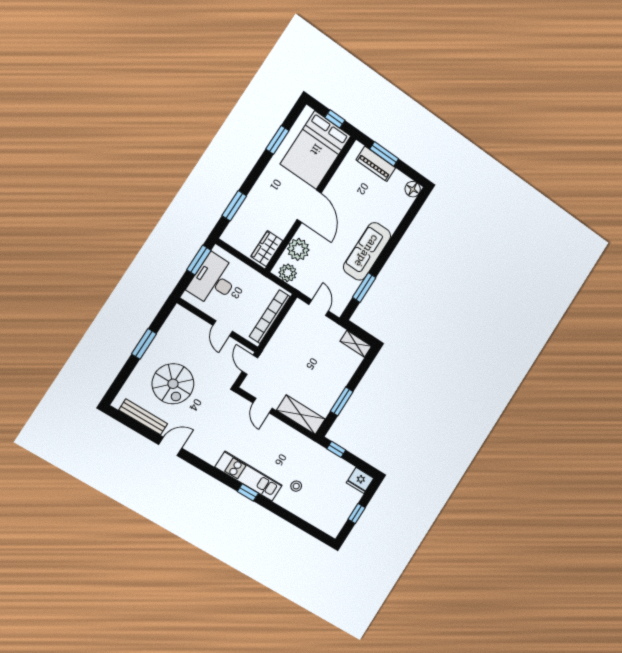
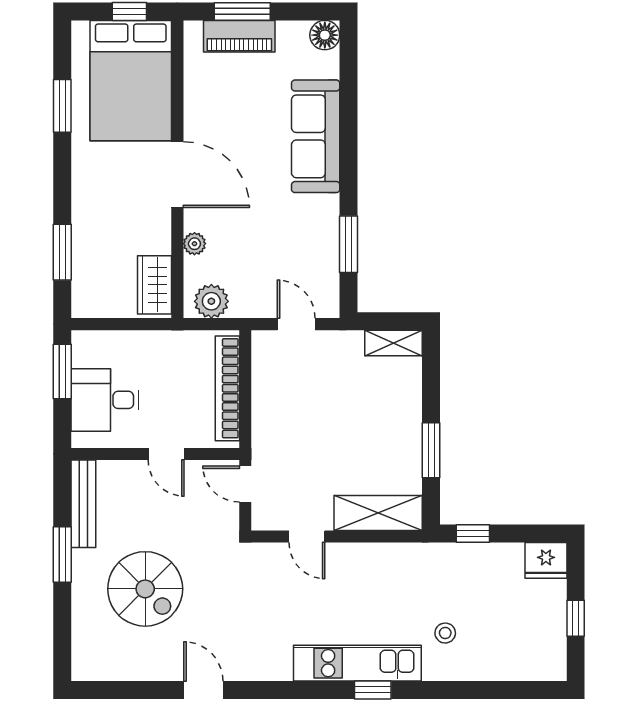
plant: (298, 249) -> (194, 244), width x0.53, depth x0.53
sofa: (367, 251) -> (316, 136), moved
desk: (214, 280) -> (105, 400), width x0.73
bench: (143, 417) -> (83, 504), moved, turned 90
door: (170, 446) -> (203, 690), hinge flipped

